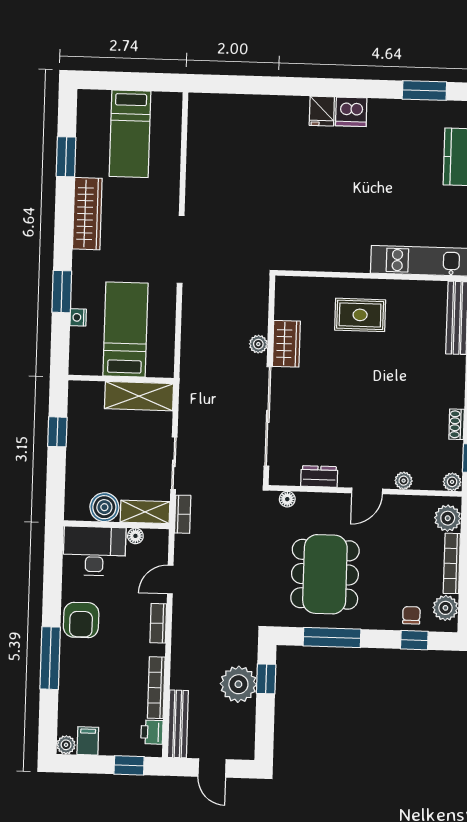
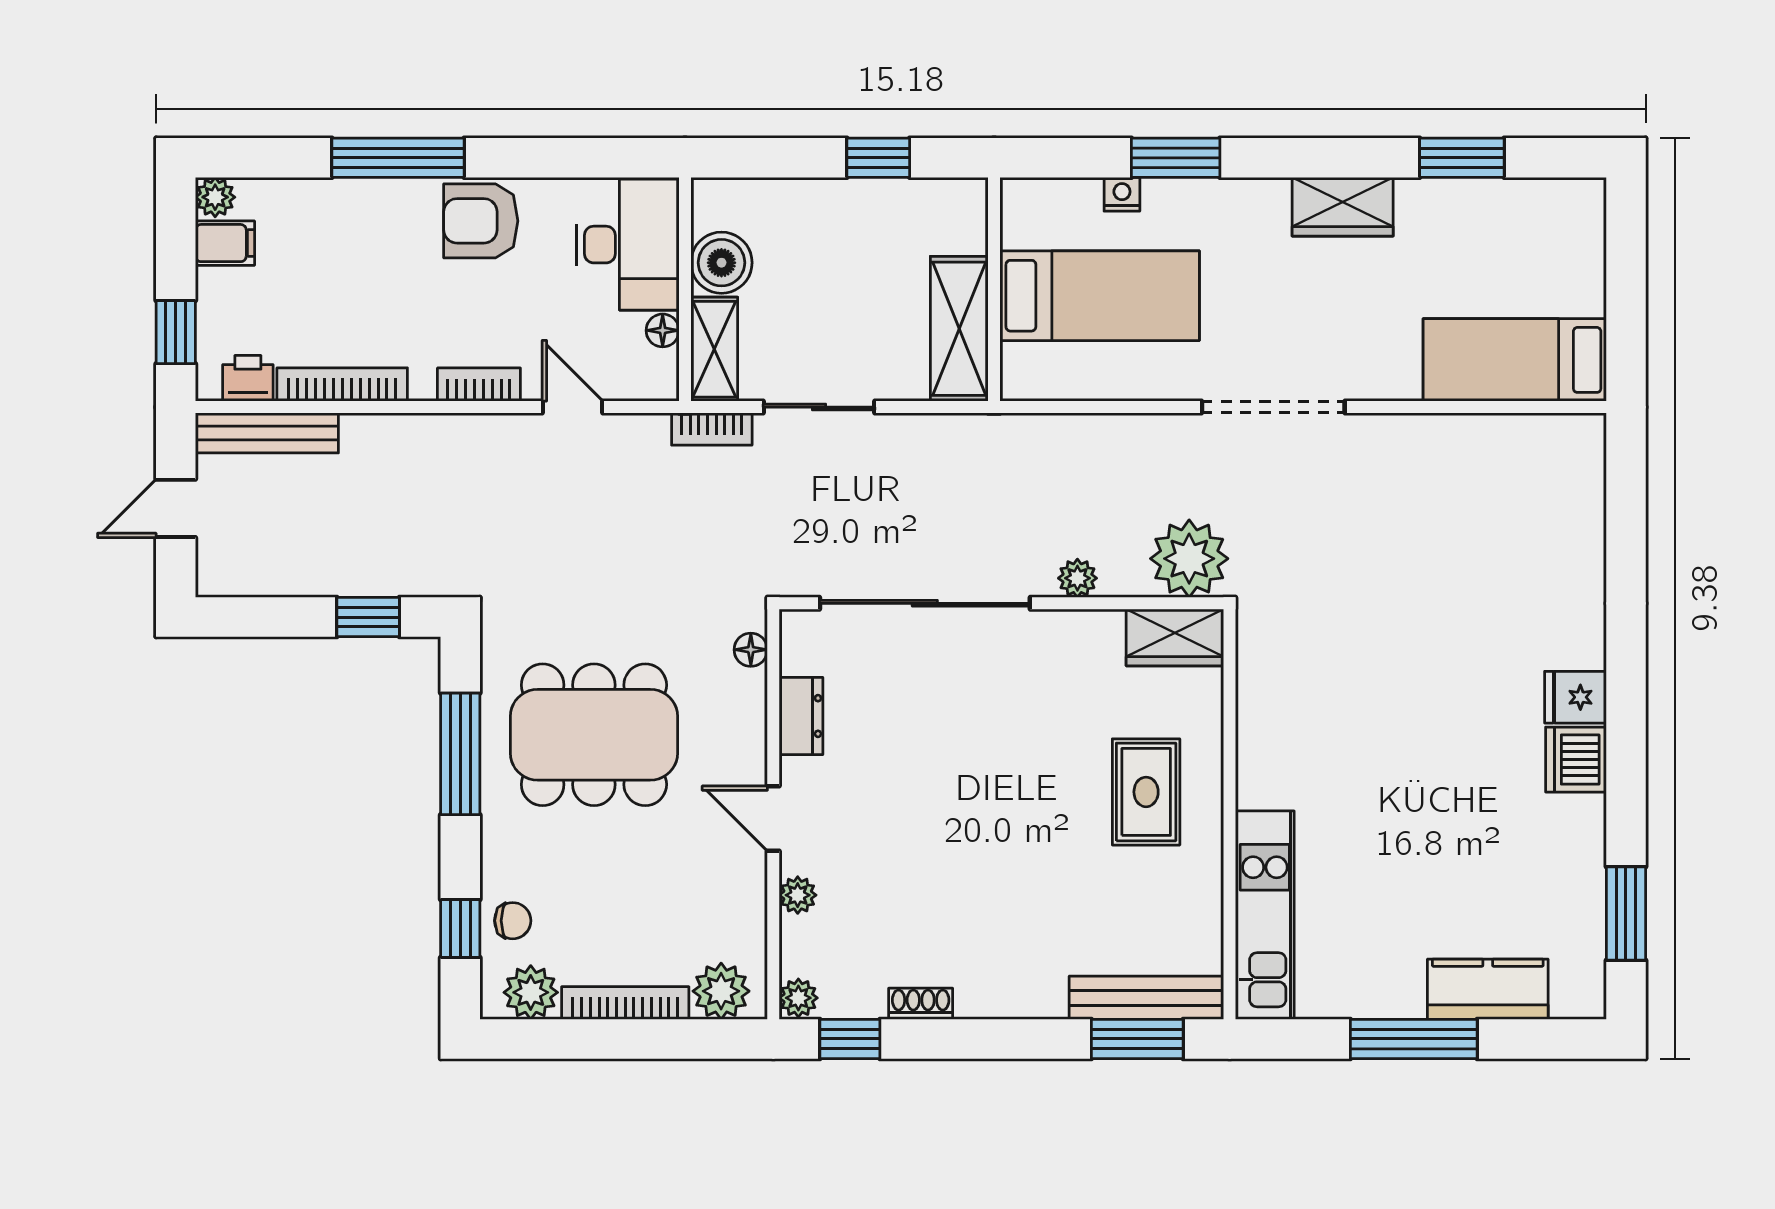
bed: (130, 134) -> (1515, 360), moved
wardrobe: (87, 214) -> (1343, 207), width x0.67
wardrobe: (286, 344) -> (1175, 637), moved
plant: (238, 684) -> (1189, 559), moved

